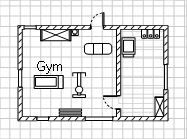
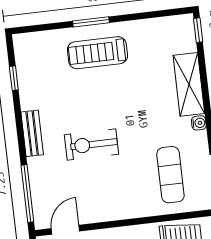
treadmill: (49, 82) -> (97, 53), moved, turned -90

